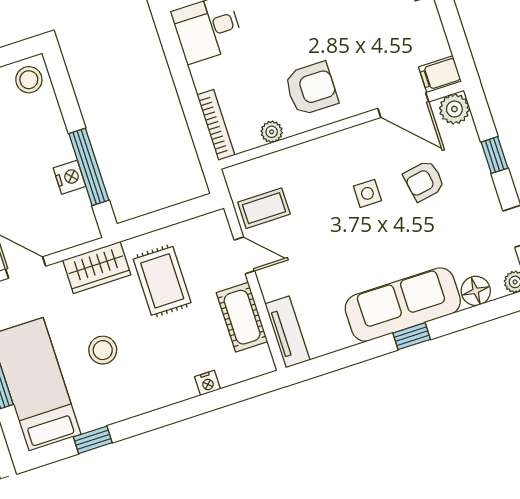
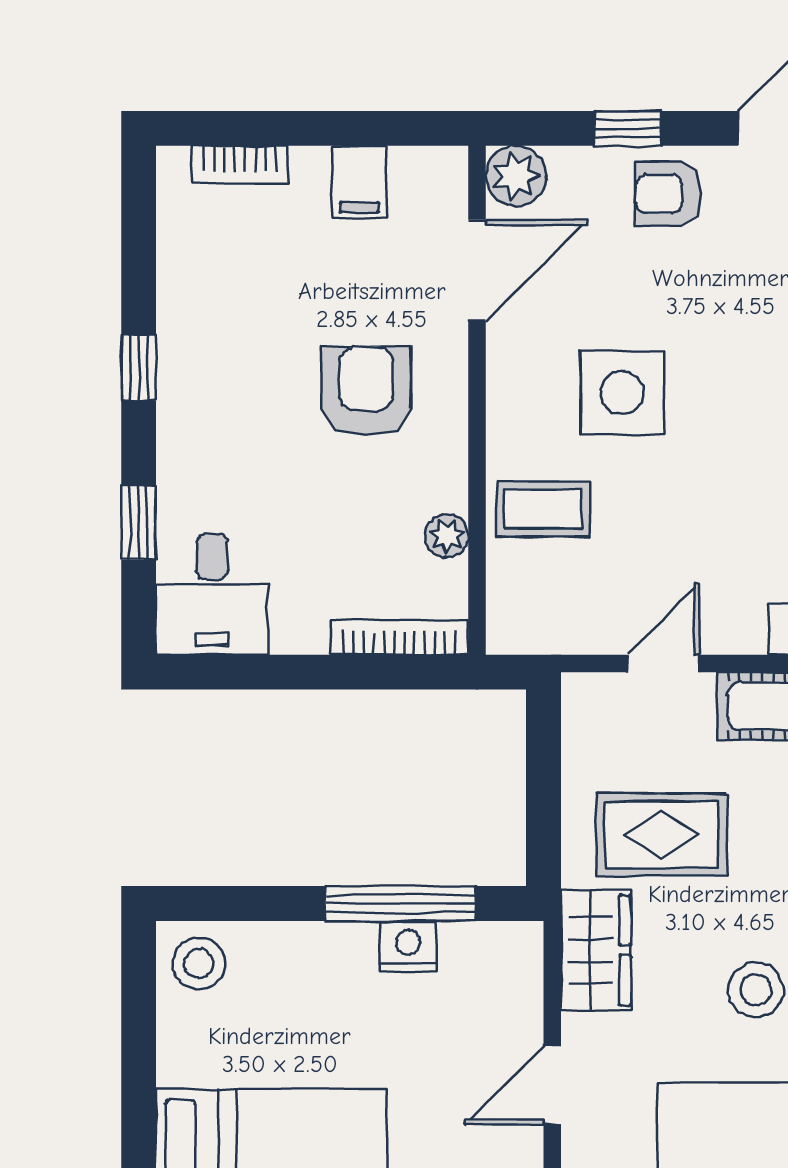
filing cabinet: (440, 74) -> (360, 182), moved
armchair: (311, 89) -> (366, 391), moved
armchair: (424, 181) -> (668, 194), moved, turned 100
side table: (367, 193) -> (622, 392), width x1.87, depth x1.87
coffee table: (264, 208) -> (543, 509), moved, turned 90

